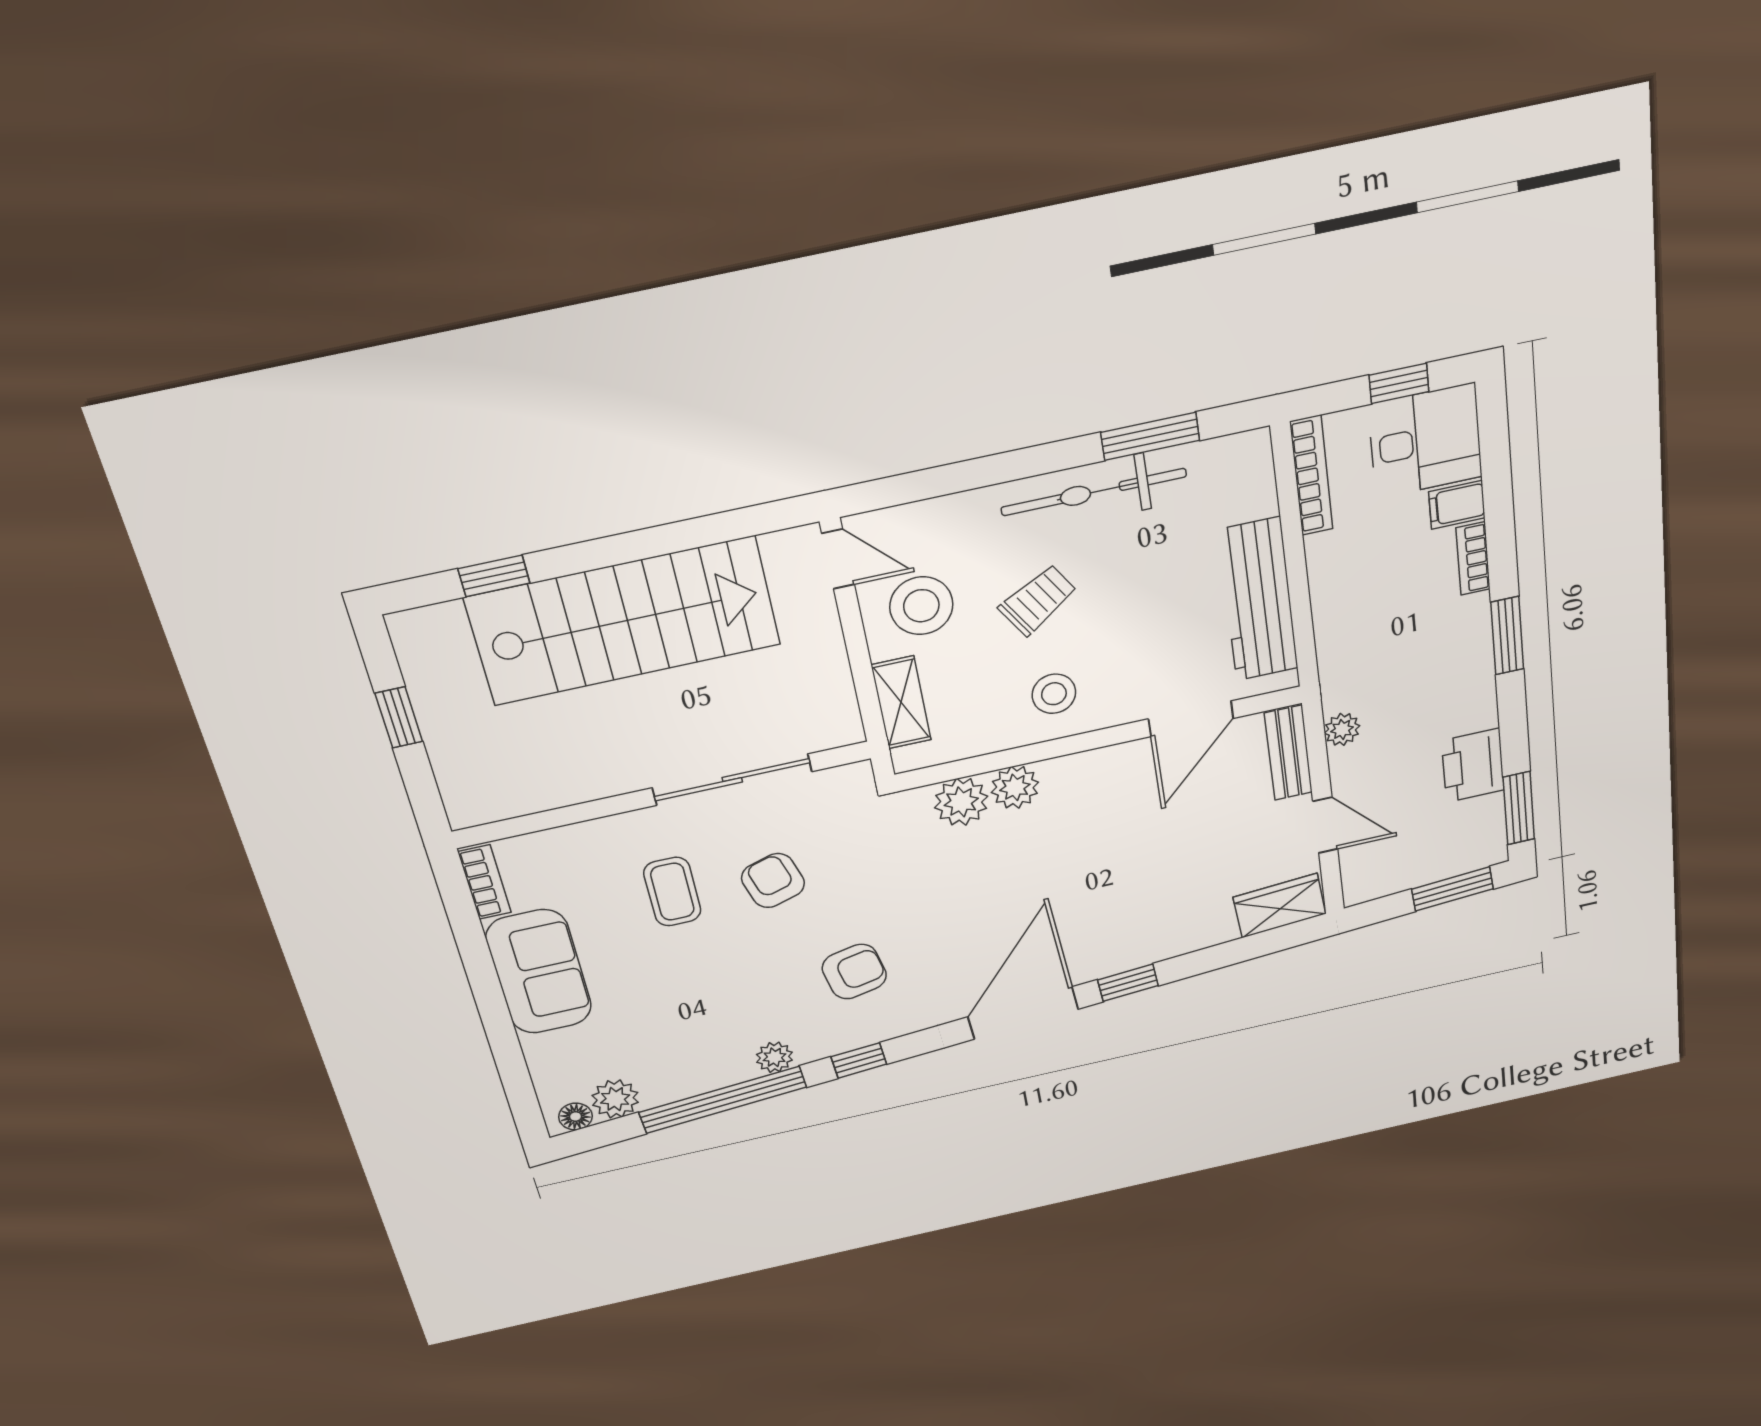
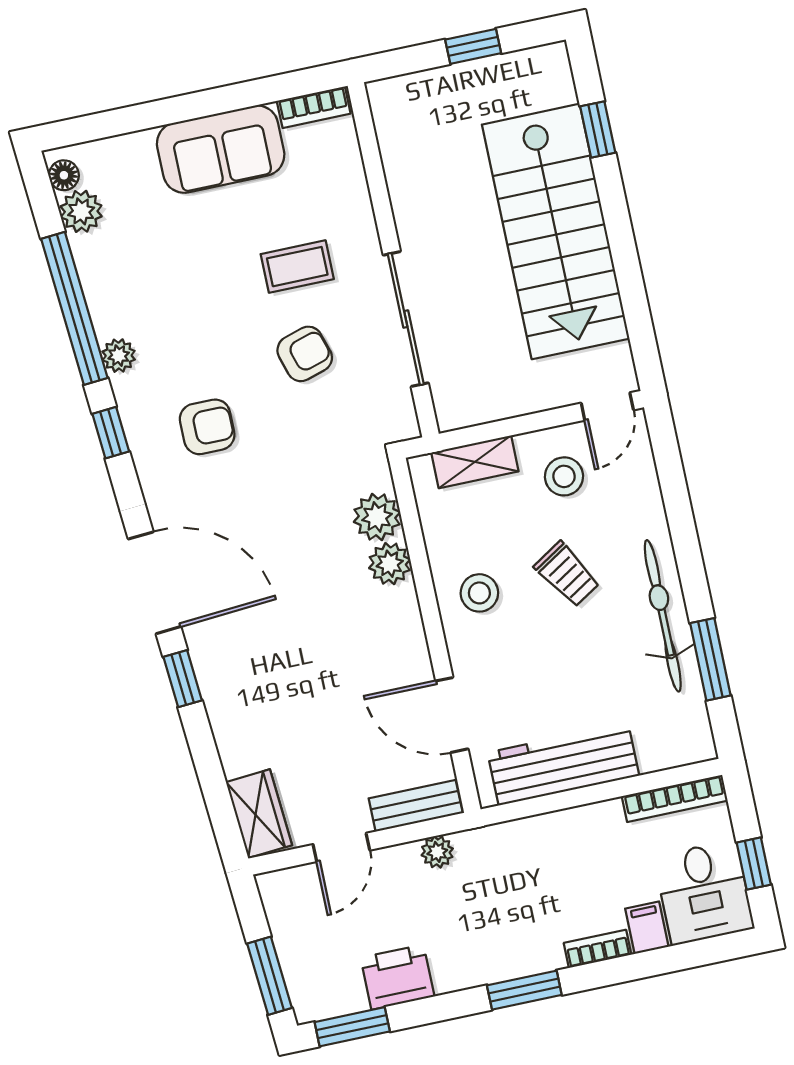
stool: (921, 606) -> (564, 476), width x0.73, depth x0.73
armchair: (854, 972) -> (207, 427), turned -78

